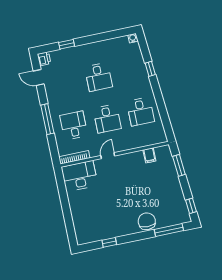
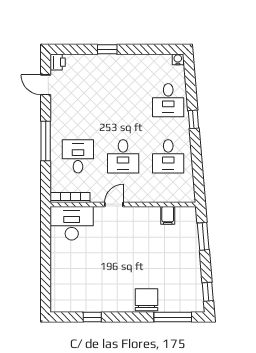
window: (67, 44) -> (107, 49), moved
window: (150, 69) -> (193, 119), moved
desk: (98, 77) -> (168, 100), moved

